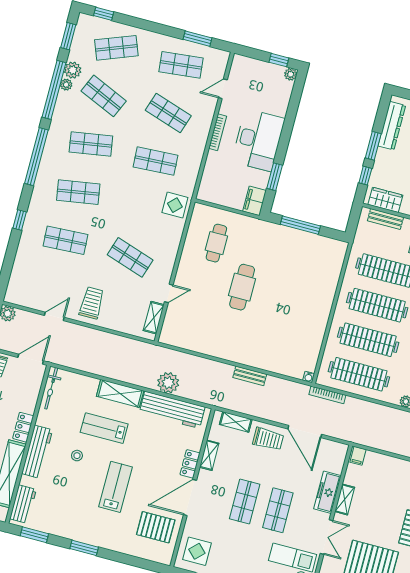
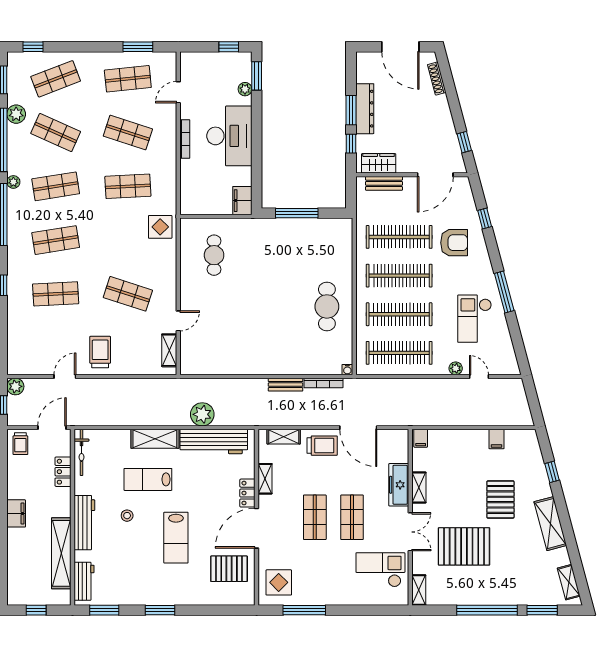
plant: (291, 74) -> (245, 89), moved
plant: (66, 85) -> (13, 182), moved
dresser: (392, 126) -> (365, 109), moved
window: (275, 177) -> (257, 76), moved
cafe table: (242, 287) -> (327, 306), moved
bookcase: (327, 395) -> (323, 383), moved
locker: (23, 427) -> (63, 472), moved
lab bench: (116, 487) -> (176, 538), turned 180

